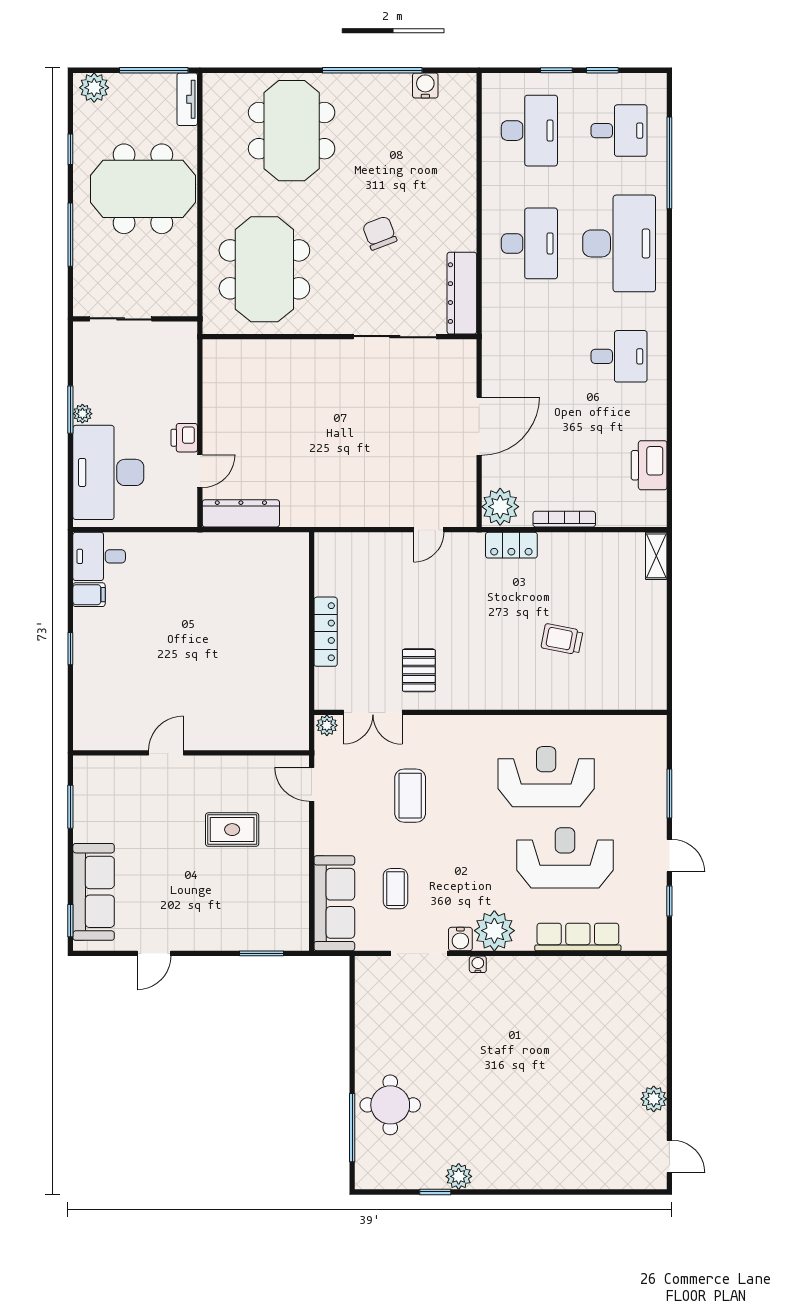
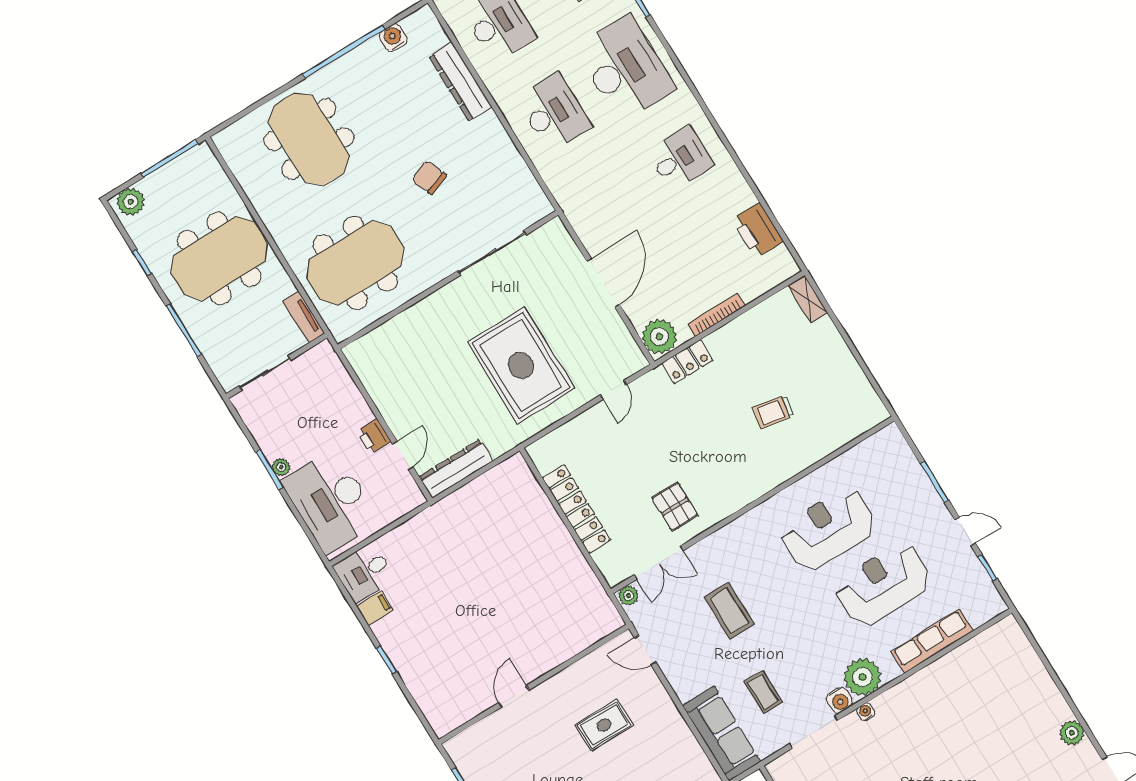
tv unit: (187, 99) -> (304, 317), moved
meeting table: (264, 269) -> (355, 263), turned 90
dresser: (462, 293) -> (461, 82), moved
rug: (358, 456) -> (521, 365), added
locker: (326, 632) -> (576, 509), width x1.41, depth x1.21

